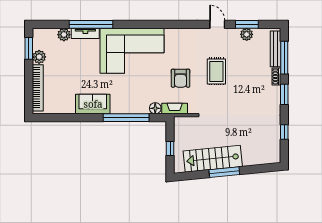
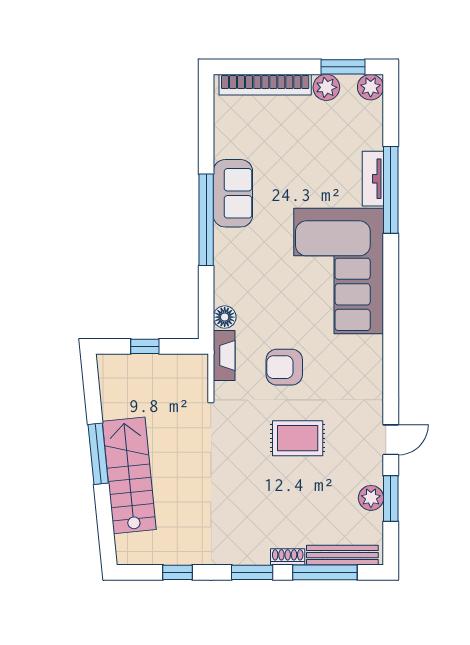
plant: (64, 35) -> (371, 87), moved
window: (126, 118) -> (206, 220), moved
stairs: (213, 159) -> (129, 475), moved

